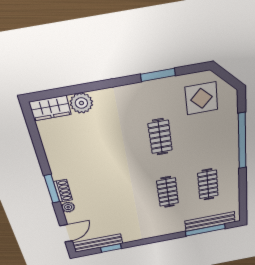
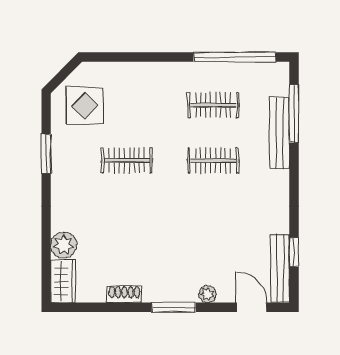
window: (242, 141) -> (235, 57), moved
shoe rack: (63, 191) -> (124, 294), moved
bench: (210, 221) -> (279, 133), moved

